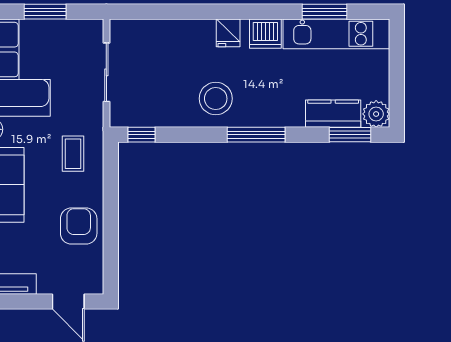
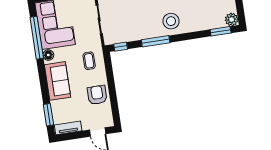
stool: (216, 99) -> (171, 21), moved
kitchen counter: (333, 114) -> (211, 22), removed
window: (256, 135) -> (156, 41), moved

